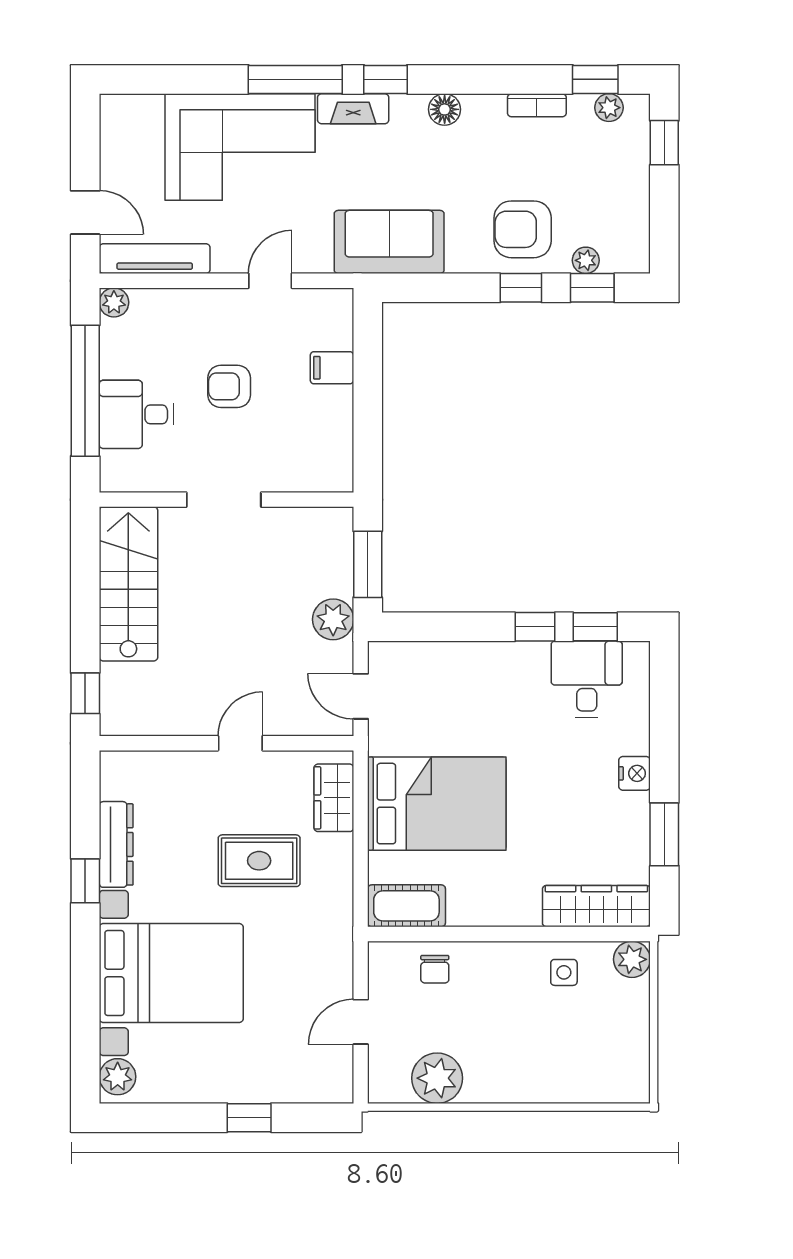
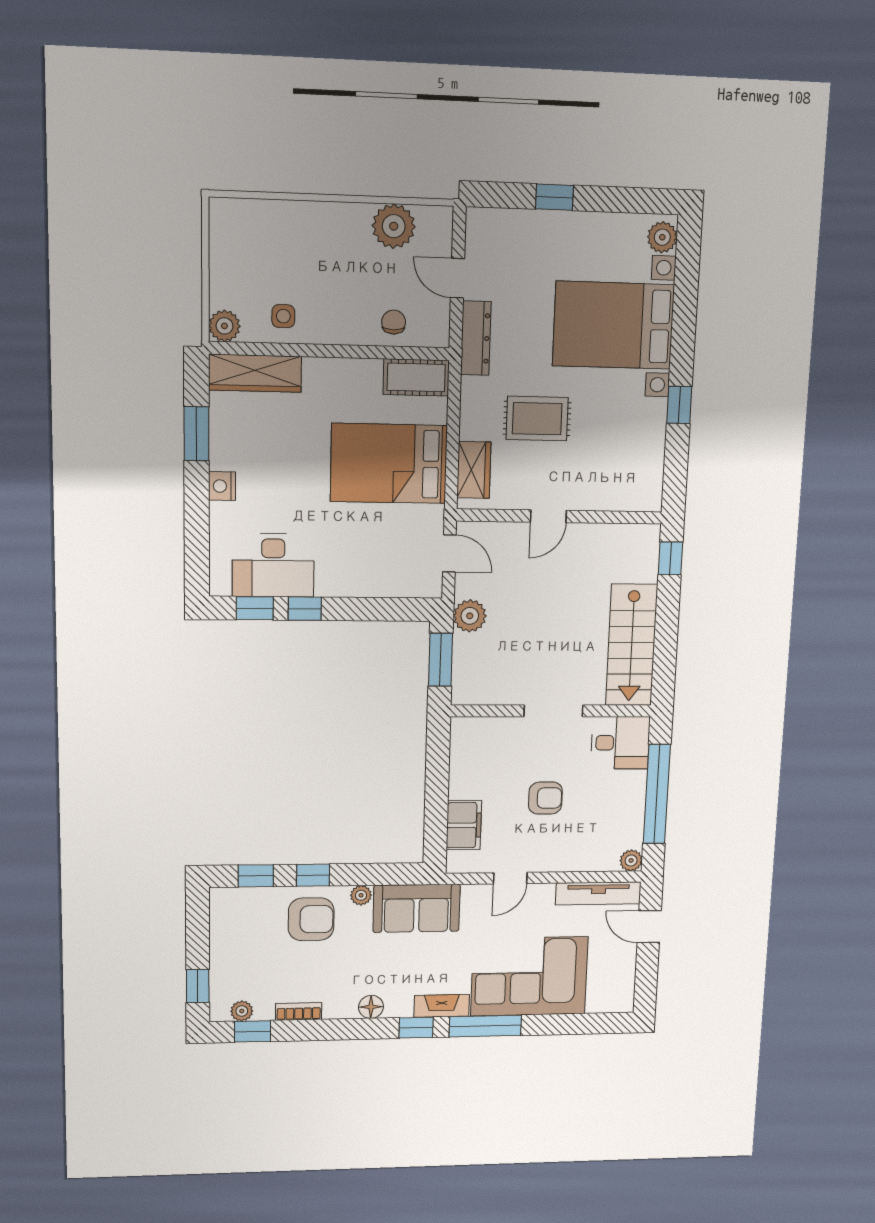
plant: (586, 260) -> (361, 895), moved
filing cabinet: (332, 368) -> (464, 825), width x2.00
desk: (136, 414) -> (620, 743), moved
desk: (587, 679) -> (273, 565), width x1.37
dresser: (116, 844) -> (476, 338), moved, turned 180
door: (361, 1022) -> (458, 278), swing flipped

